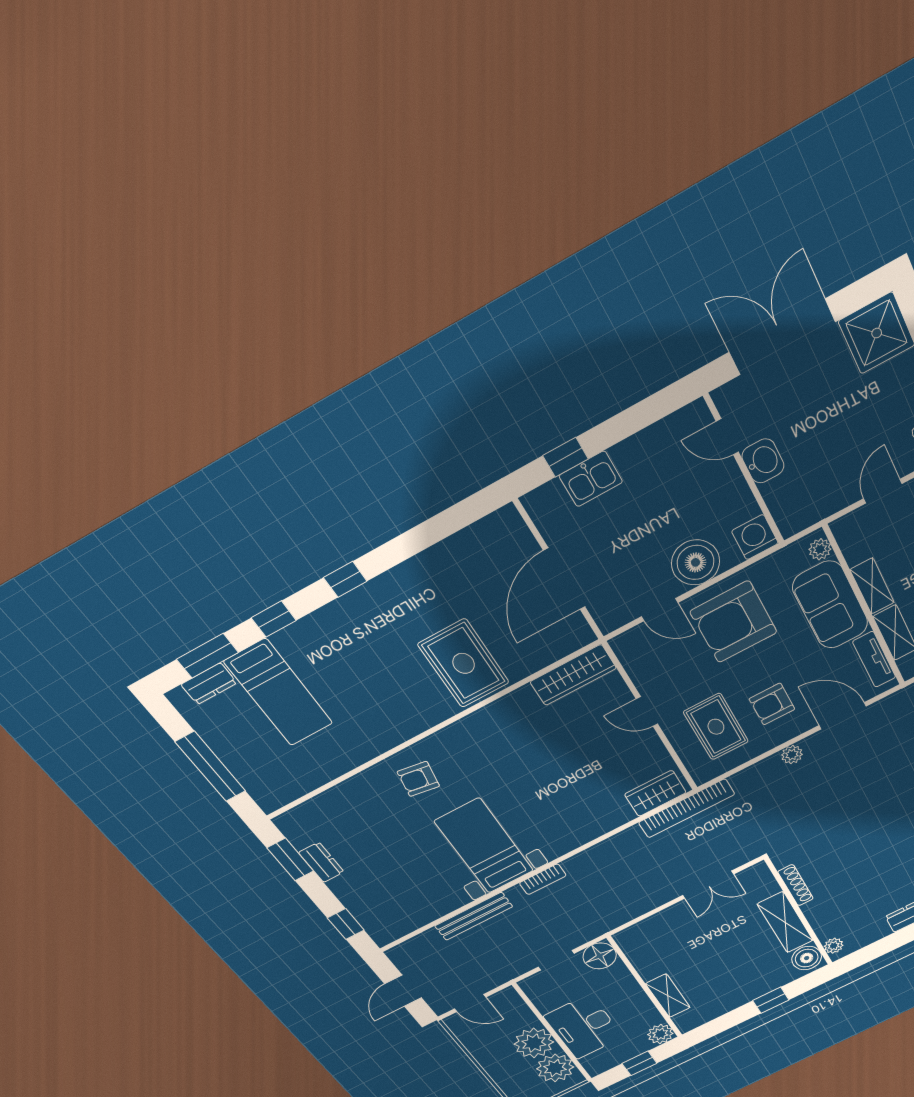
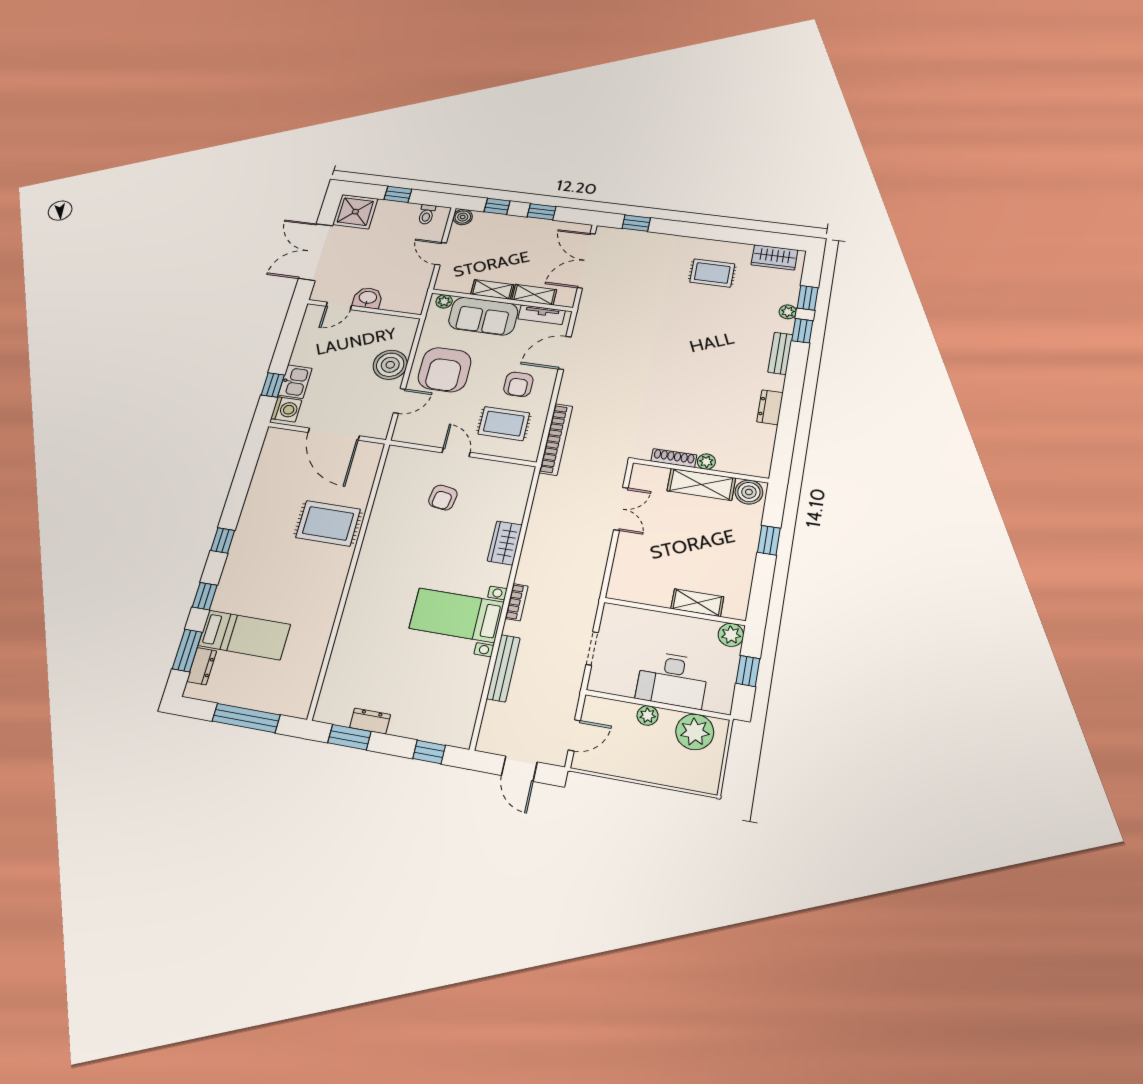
washing machine: (755, 537) -> (286, 409), moved, turned 180
wardrobe: (573, 675) -> (393, 473), removed
door: (647, 711) -> (456, 452), swing flipped
plant: (792, 755) -> (566, 396), removed
armchair: (418, 779) -> (443, 498), moved
wardrobe: (655, 793) -> (505, 543), moved
bookcase: (687, 808) -> (556, 439), moved
plant: (834, 946) -> (706, 462), moved
floor lamp: (600, 956) -> (616, 618), removed
plant: (534, 1043) -> (648, 715), width x0.53, depth x0.53

